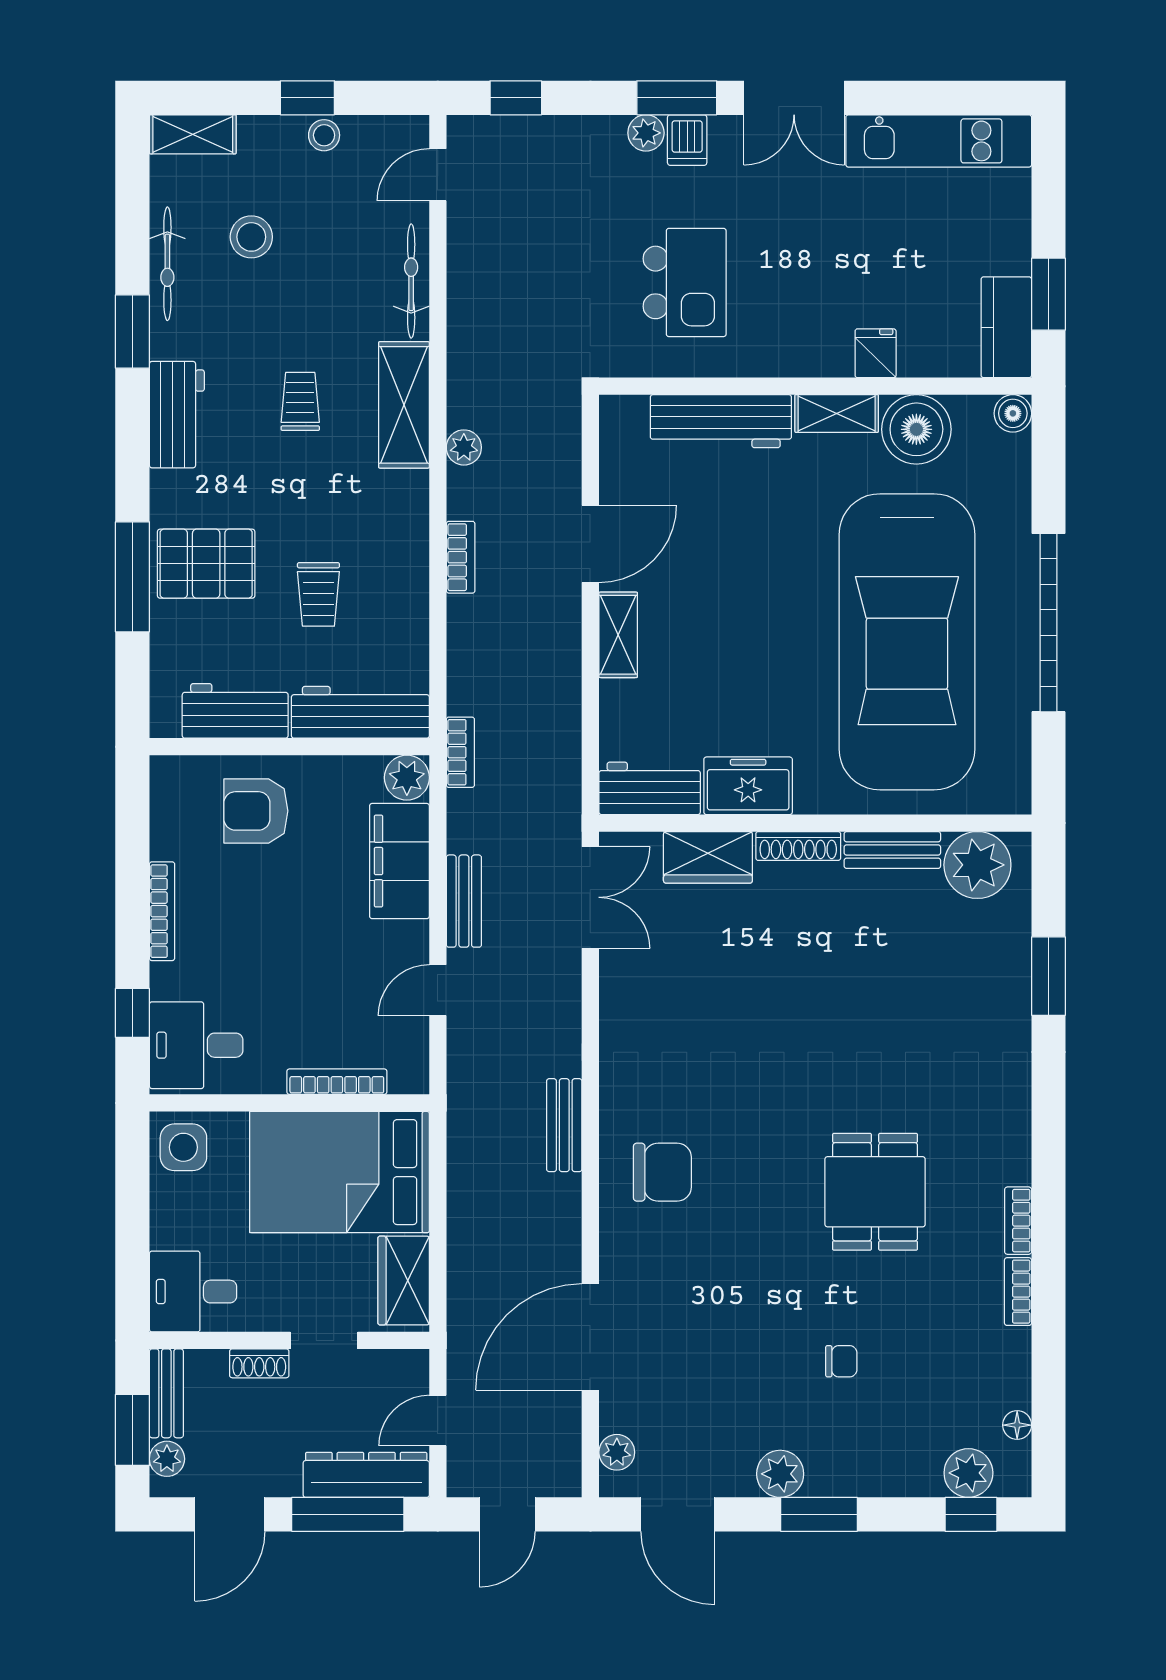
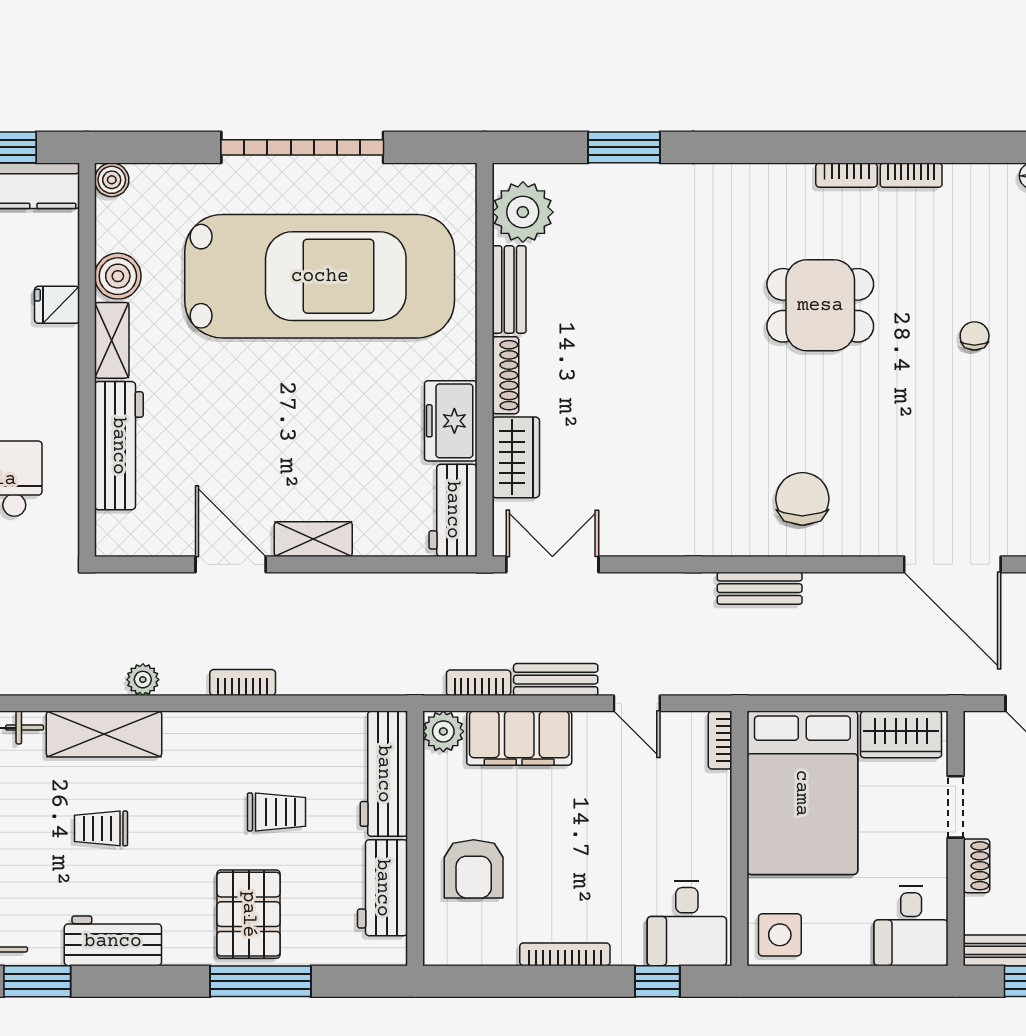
boiler: (916, 429) -> (118, 276), width x0.73, depth x0.73
bookcase: (460, 752) -> (479, 683), moved
bookcase: (337, 1082) -> (720, 740), moved, width x0.64

